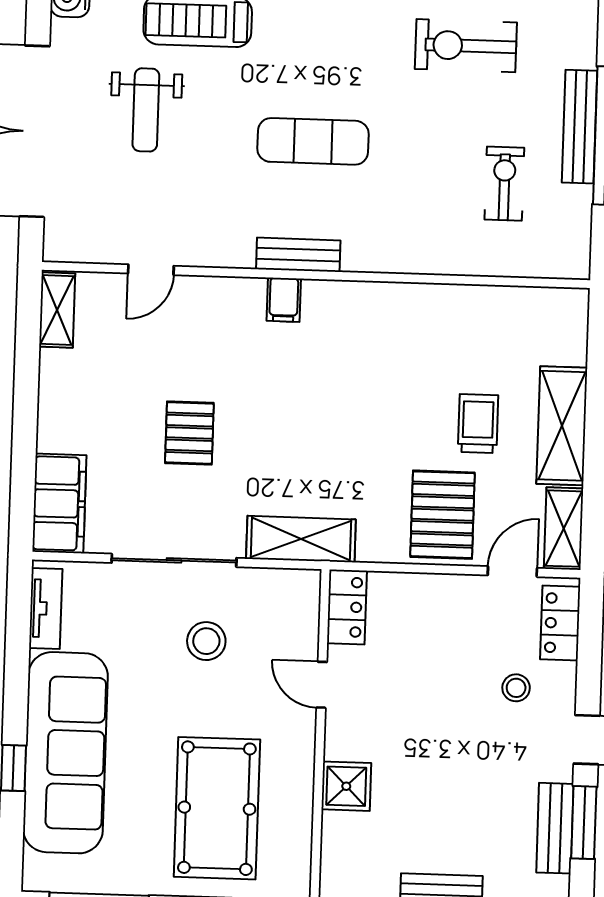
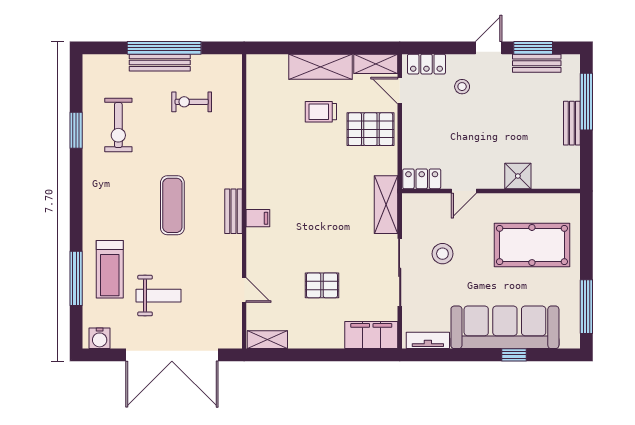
pallet: (189, 433) -> (322, 285), moved

